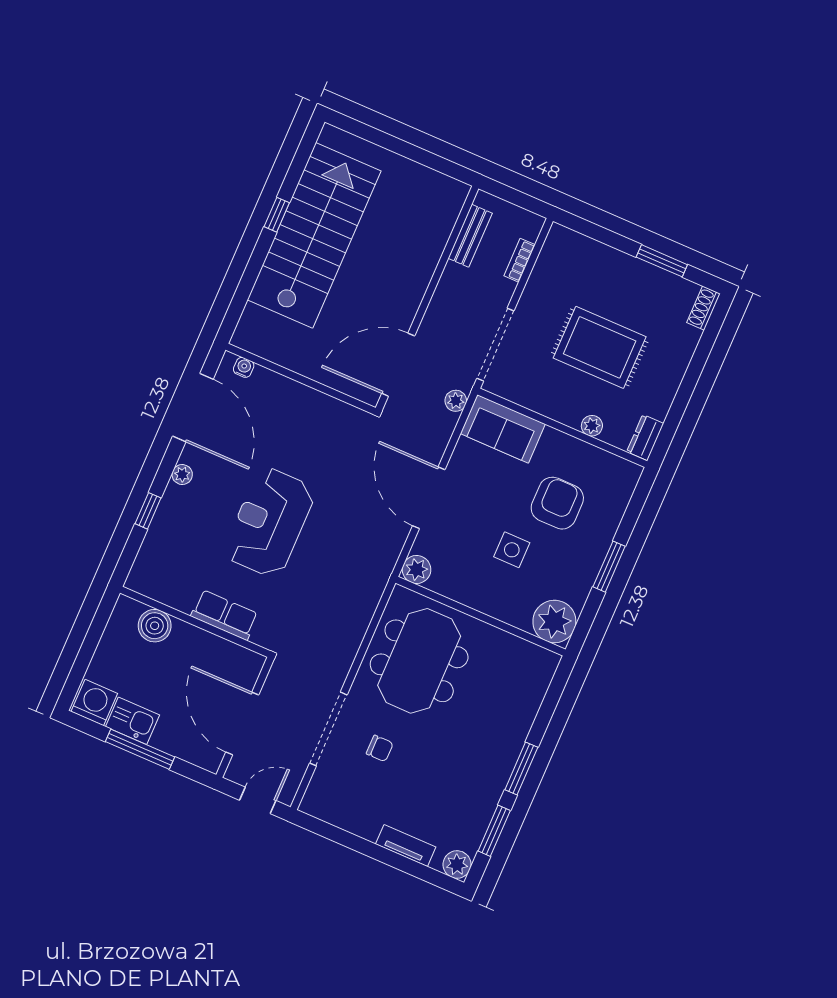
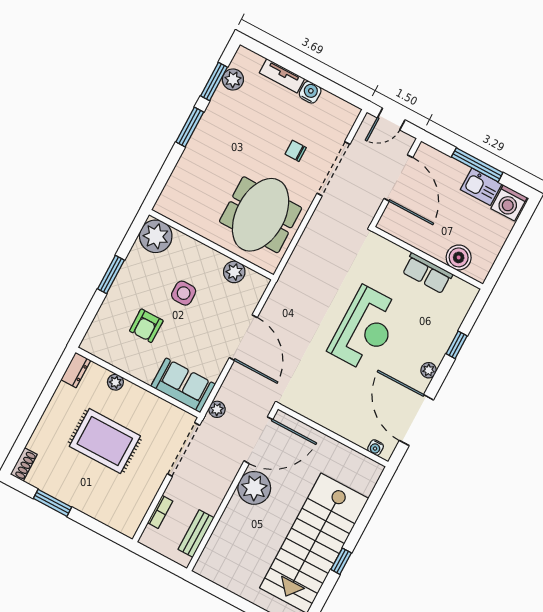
plant: (399, 302) -> (254, 488), added
armchair: (557, 503) -> (146, 326), width x0.72, depth x0.72
plant: (417, 569) -> (234, 272), moved
row of seats: (225, 615) -> (427, 273), moved
water cooler: (367, 827) -> (310, 92), added
plant: (457, 864) -> (233, 79), moved

